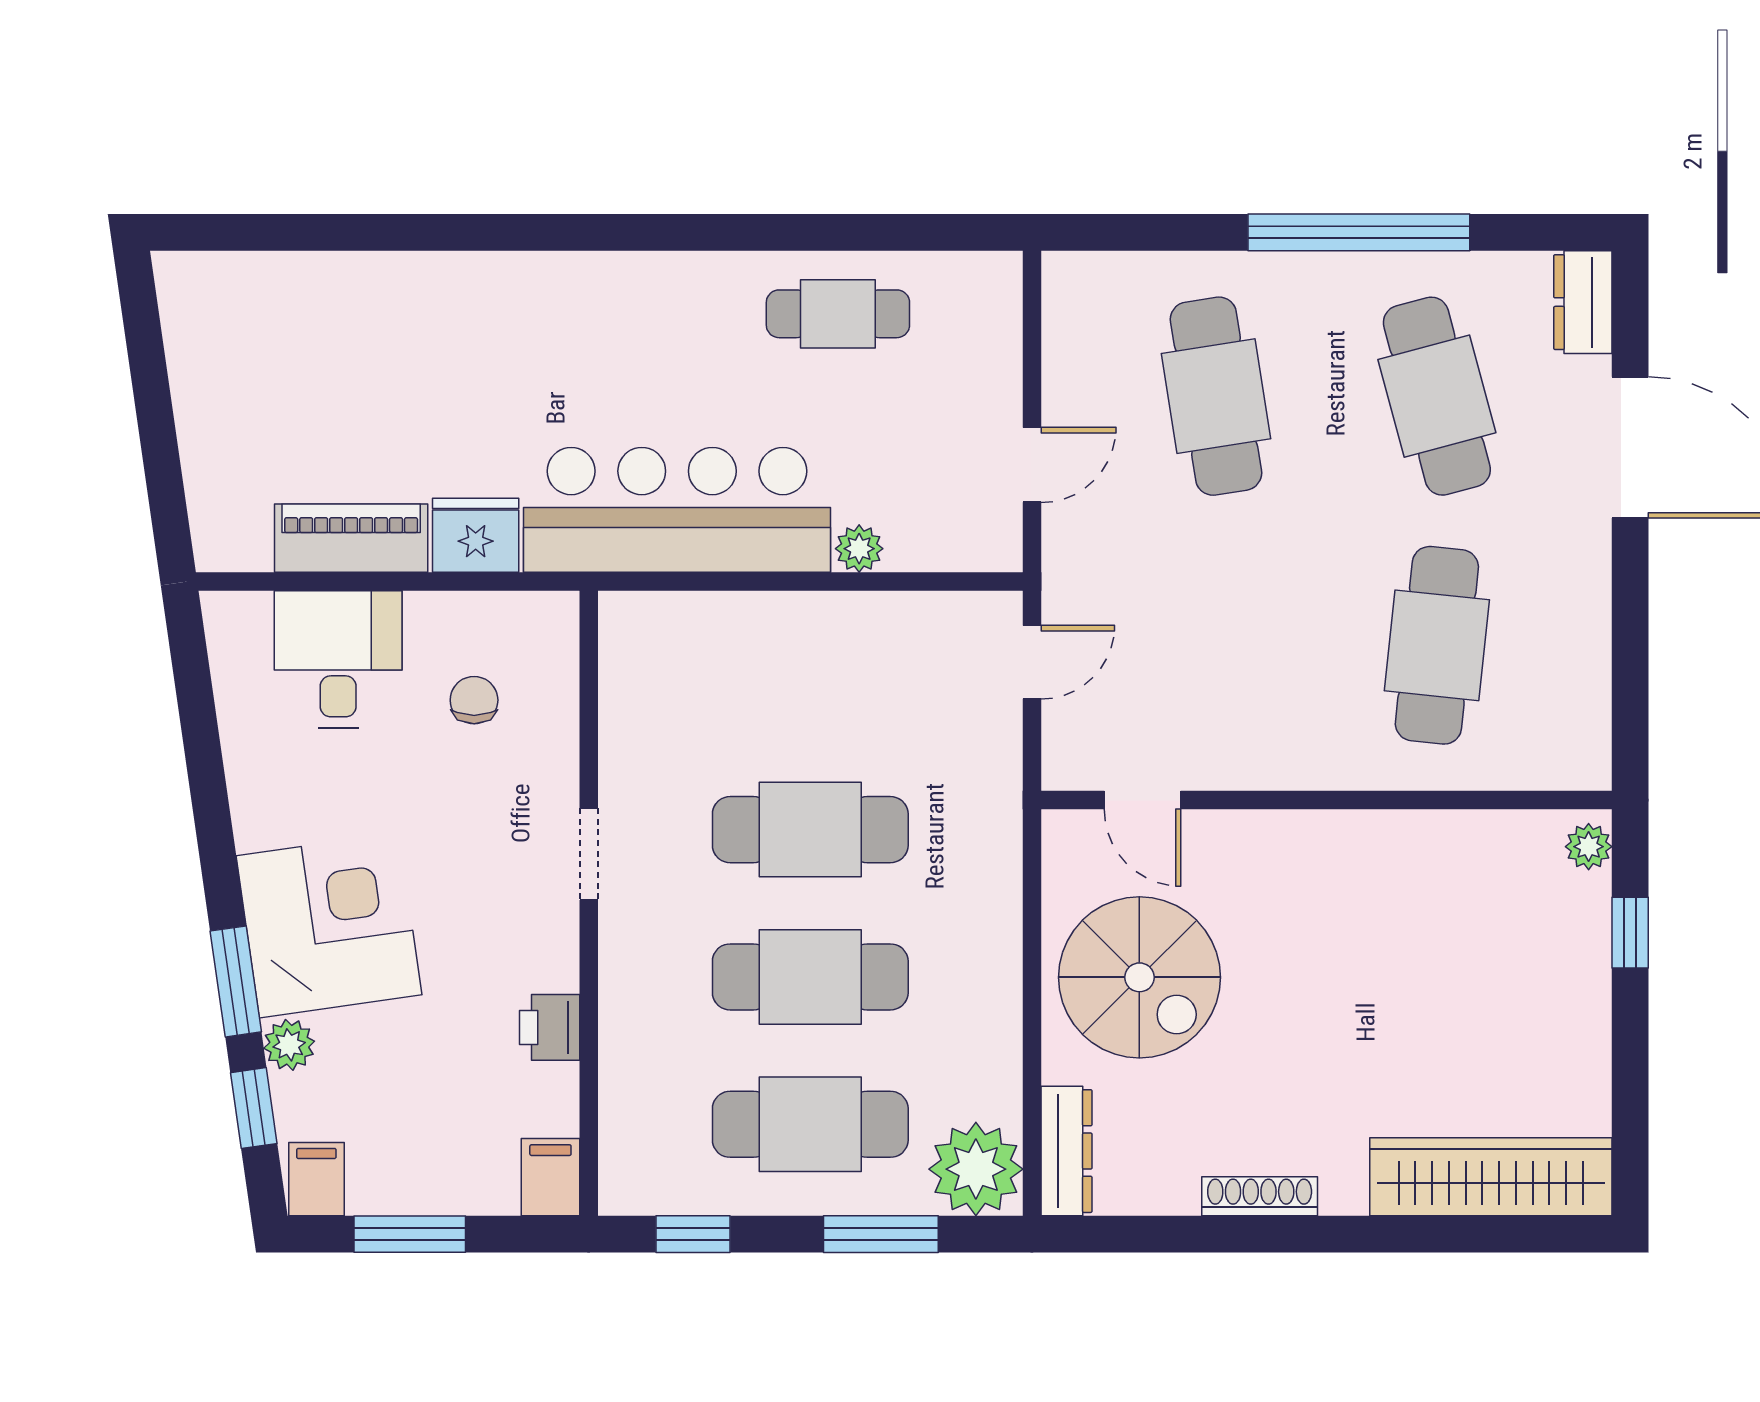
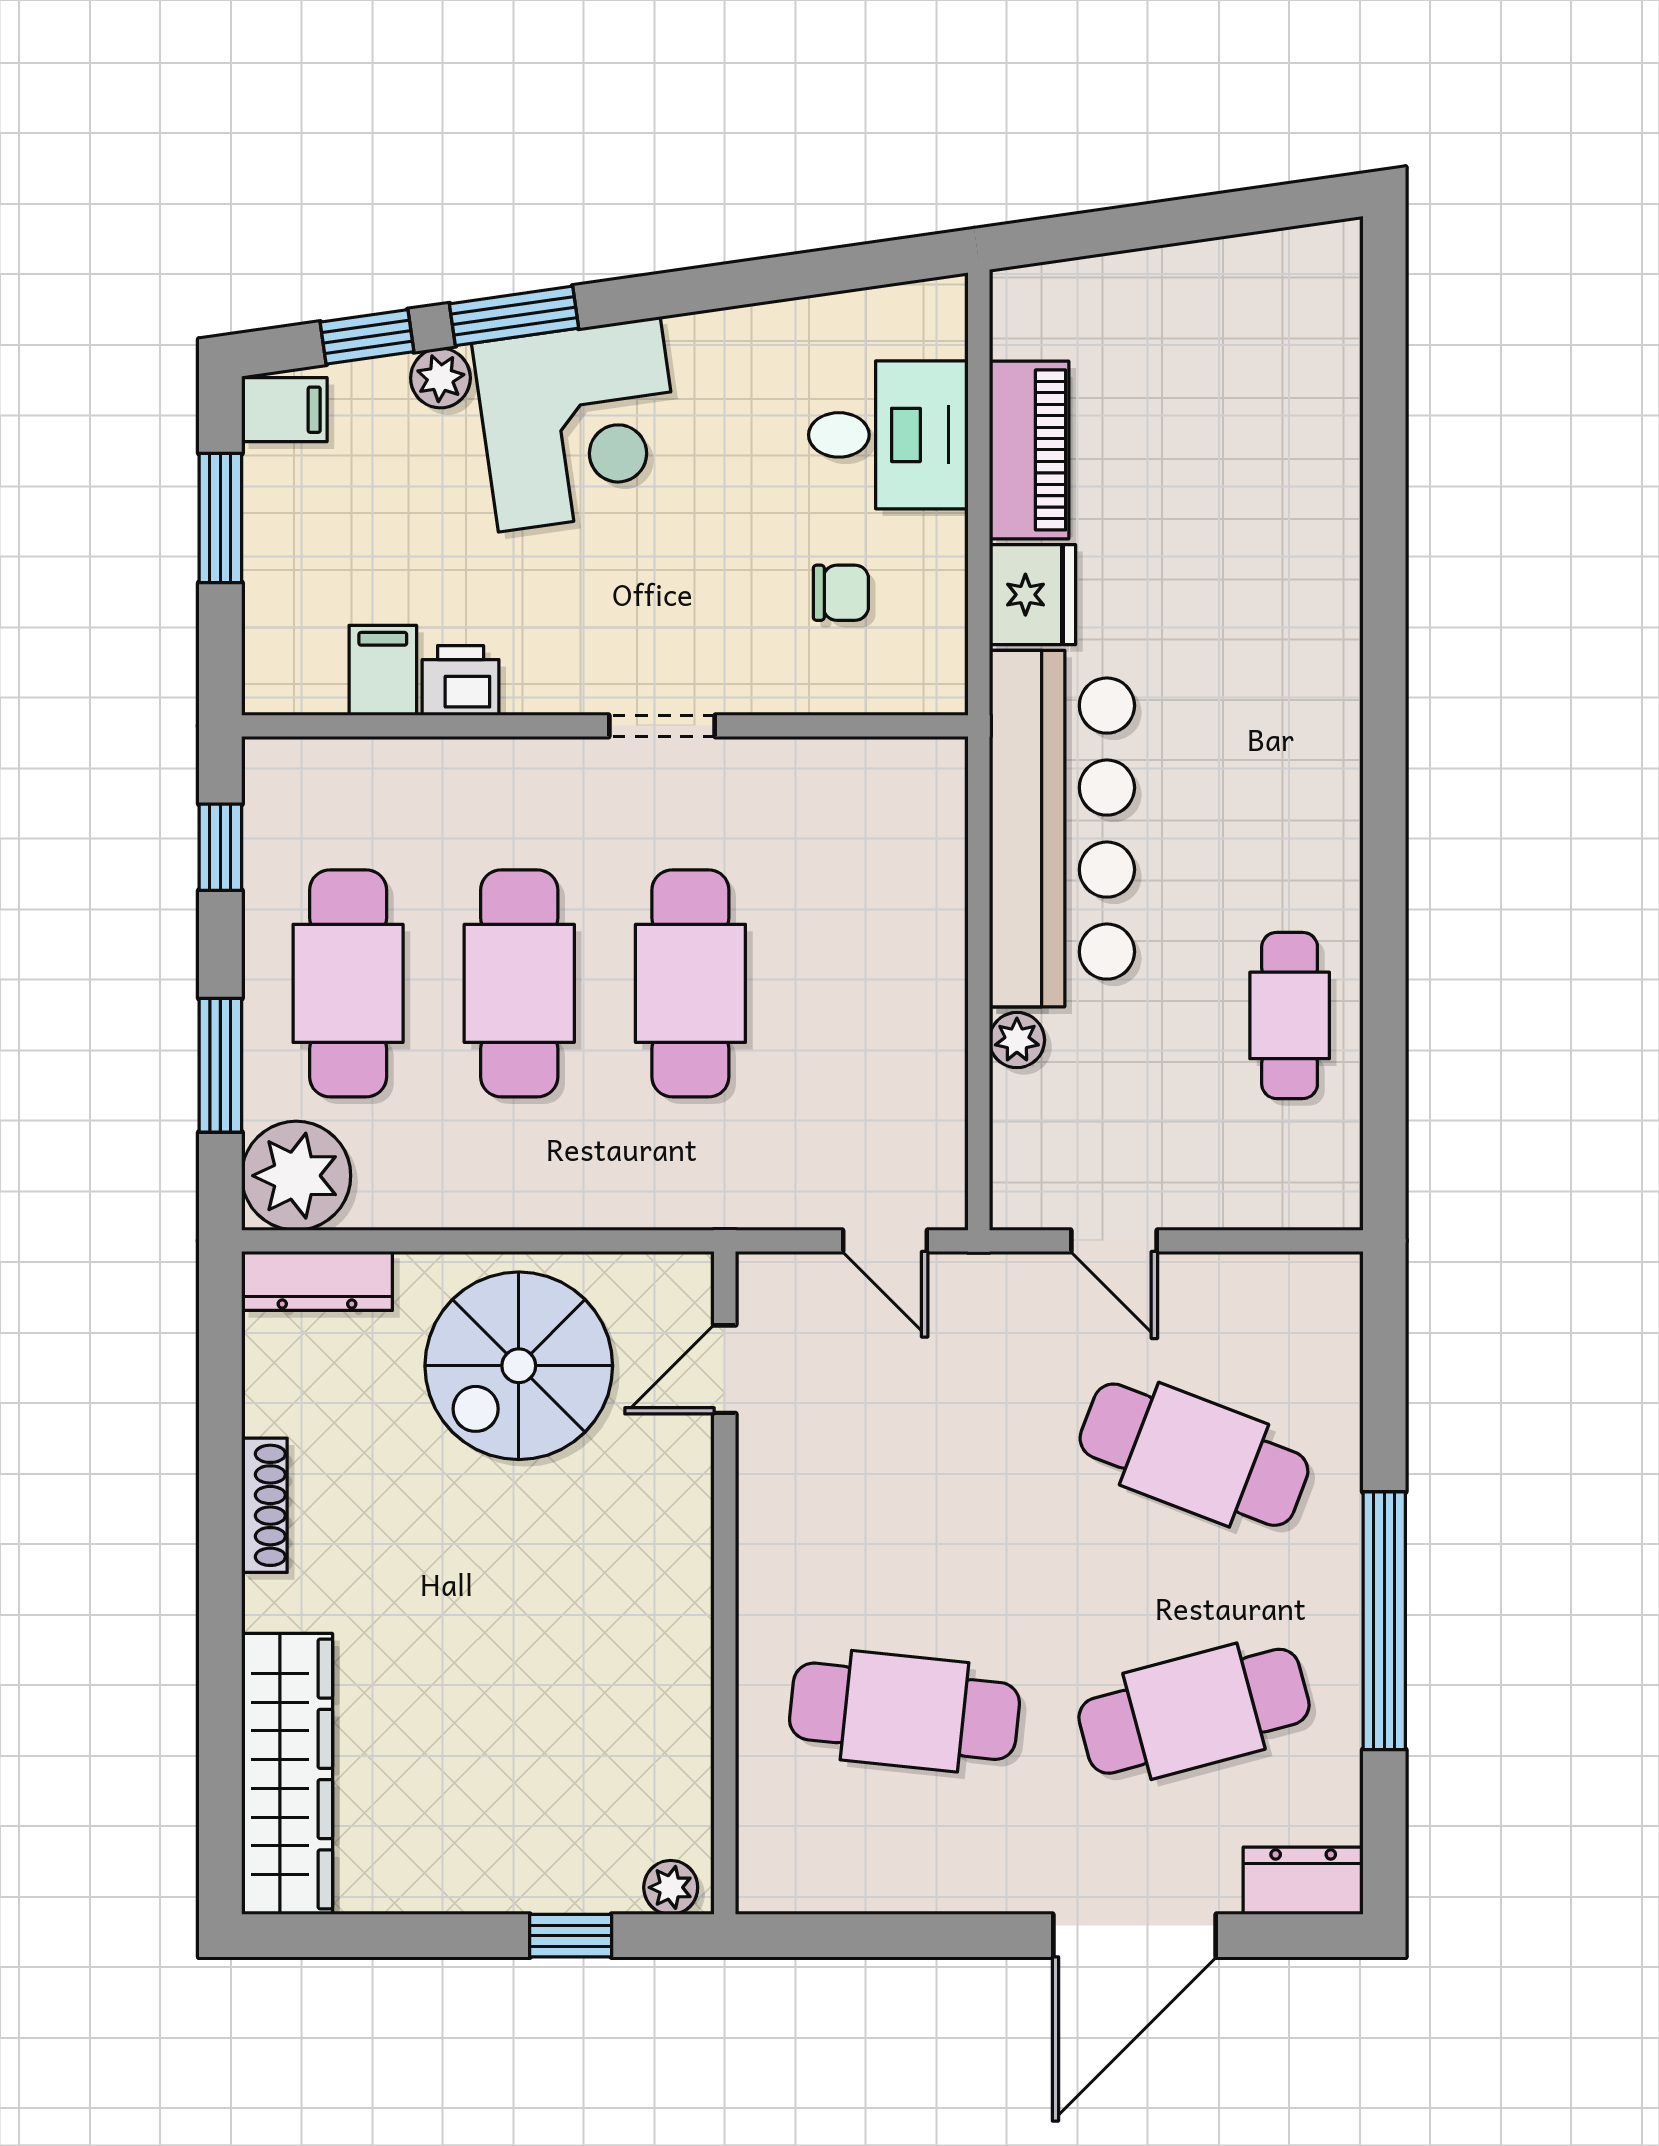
cafe table: (1216, 396) -> (1194, 1455), turned 30
filing cabinet: (550, 1177) -> (383, 670), moved, turned -90

